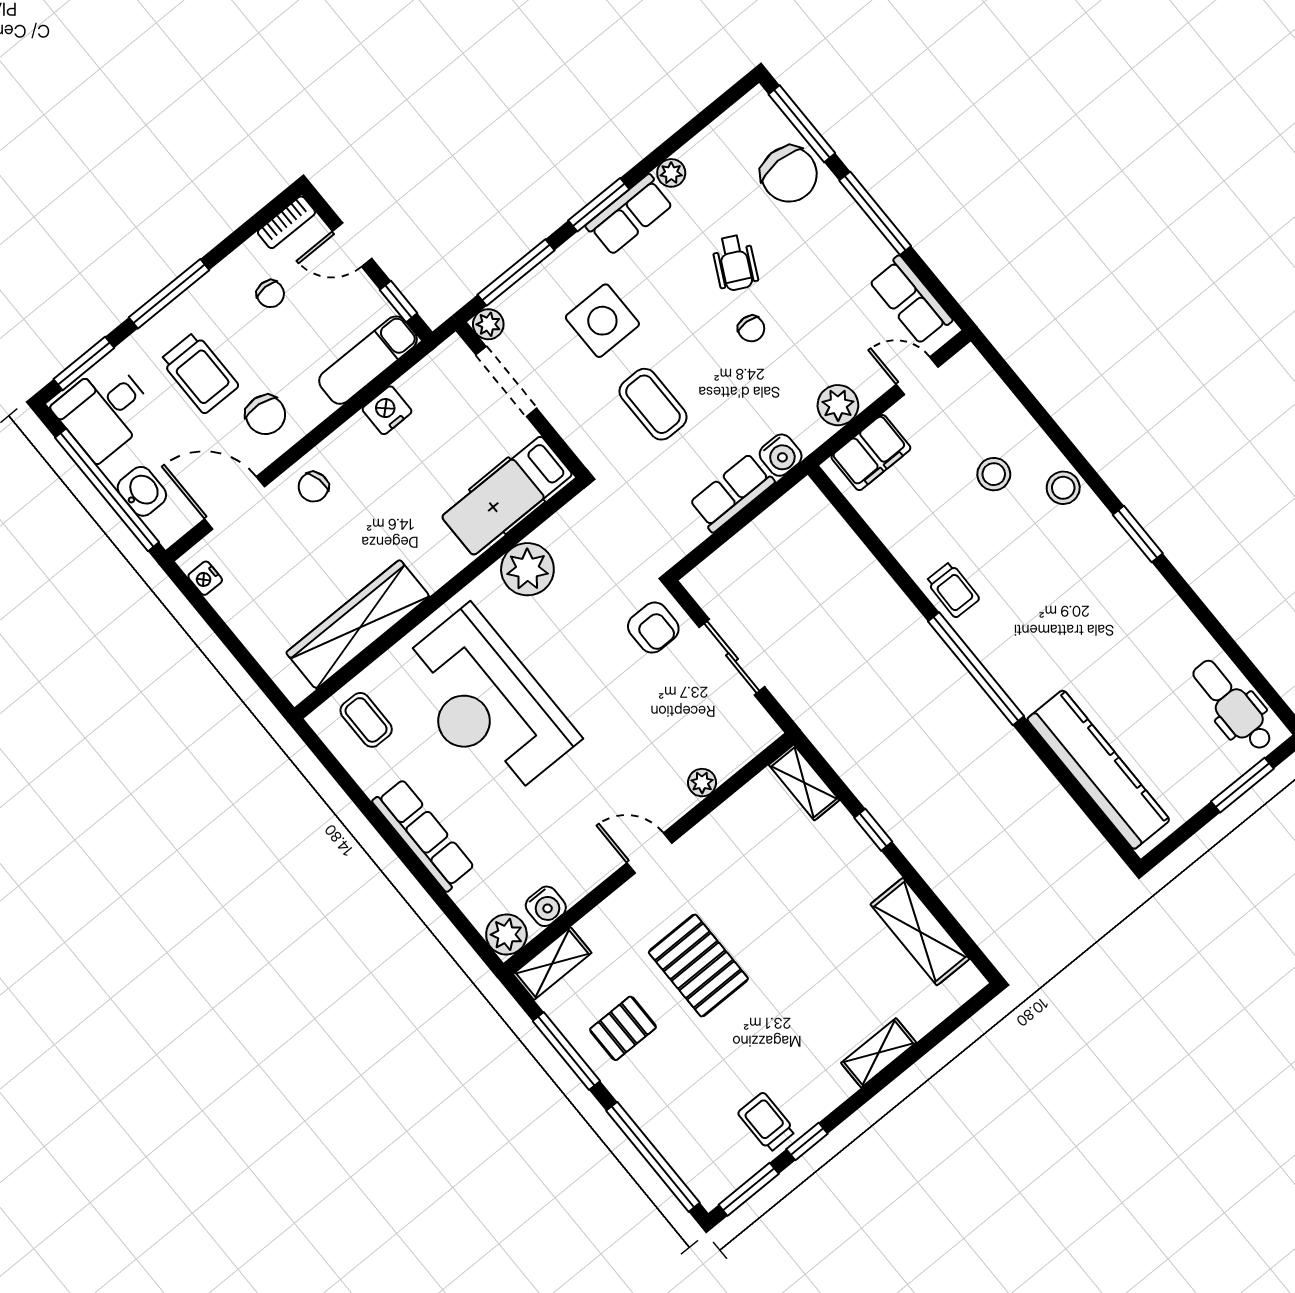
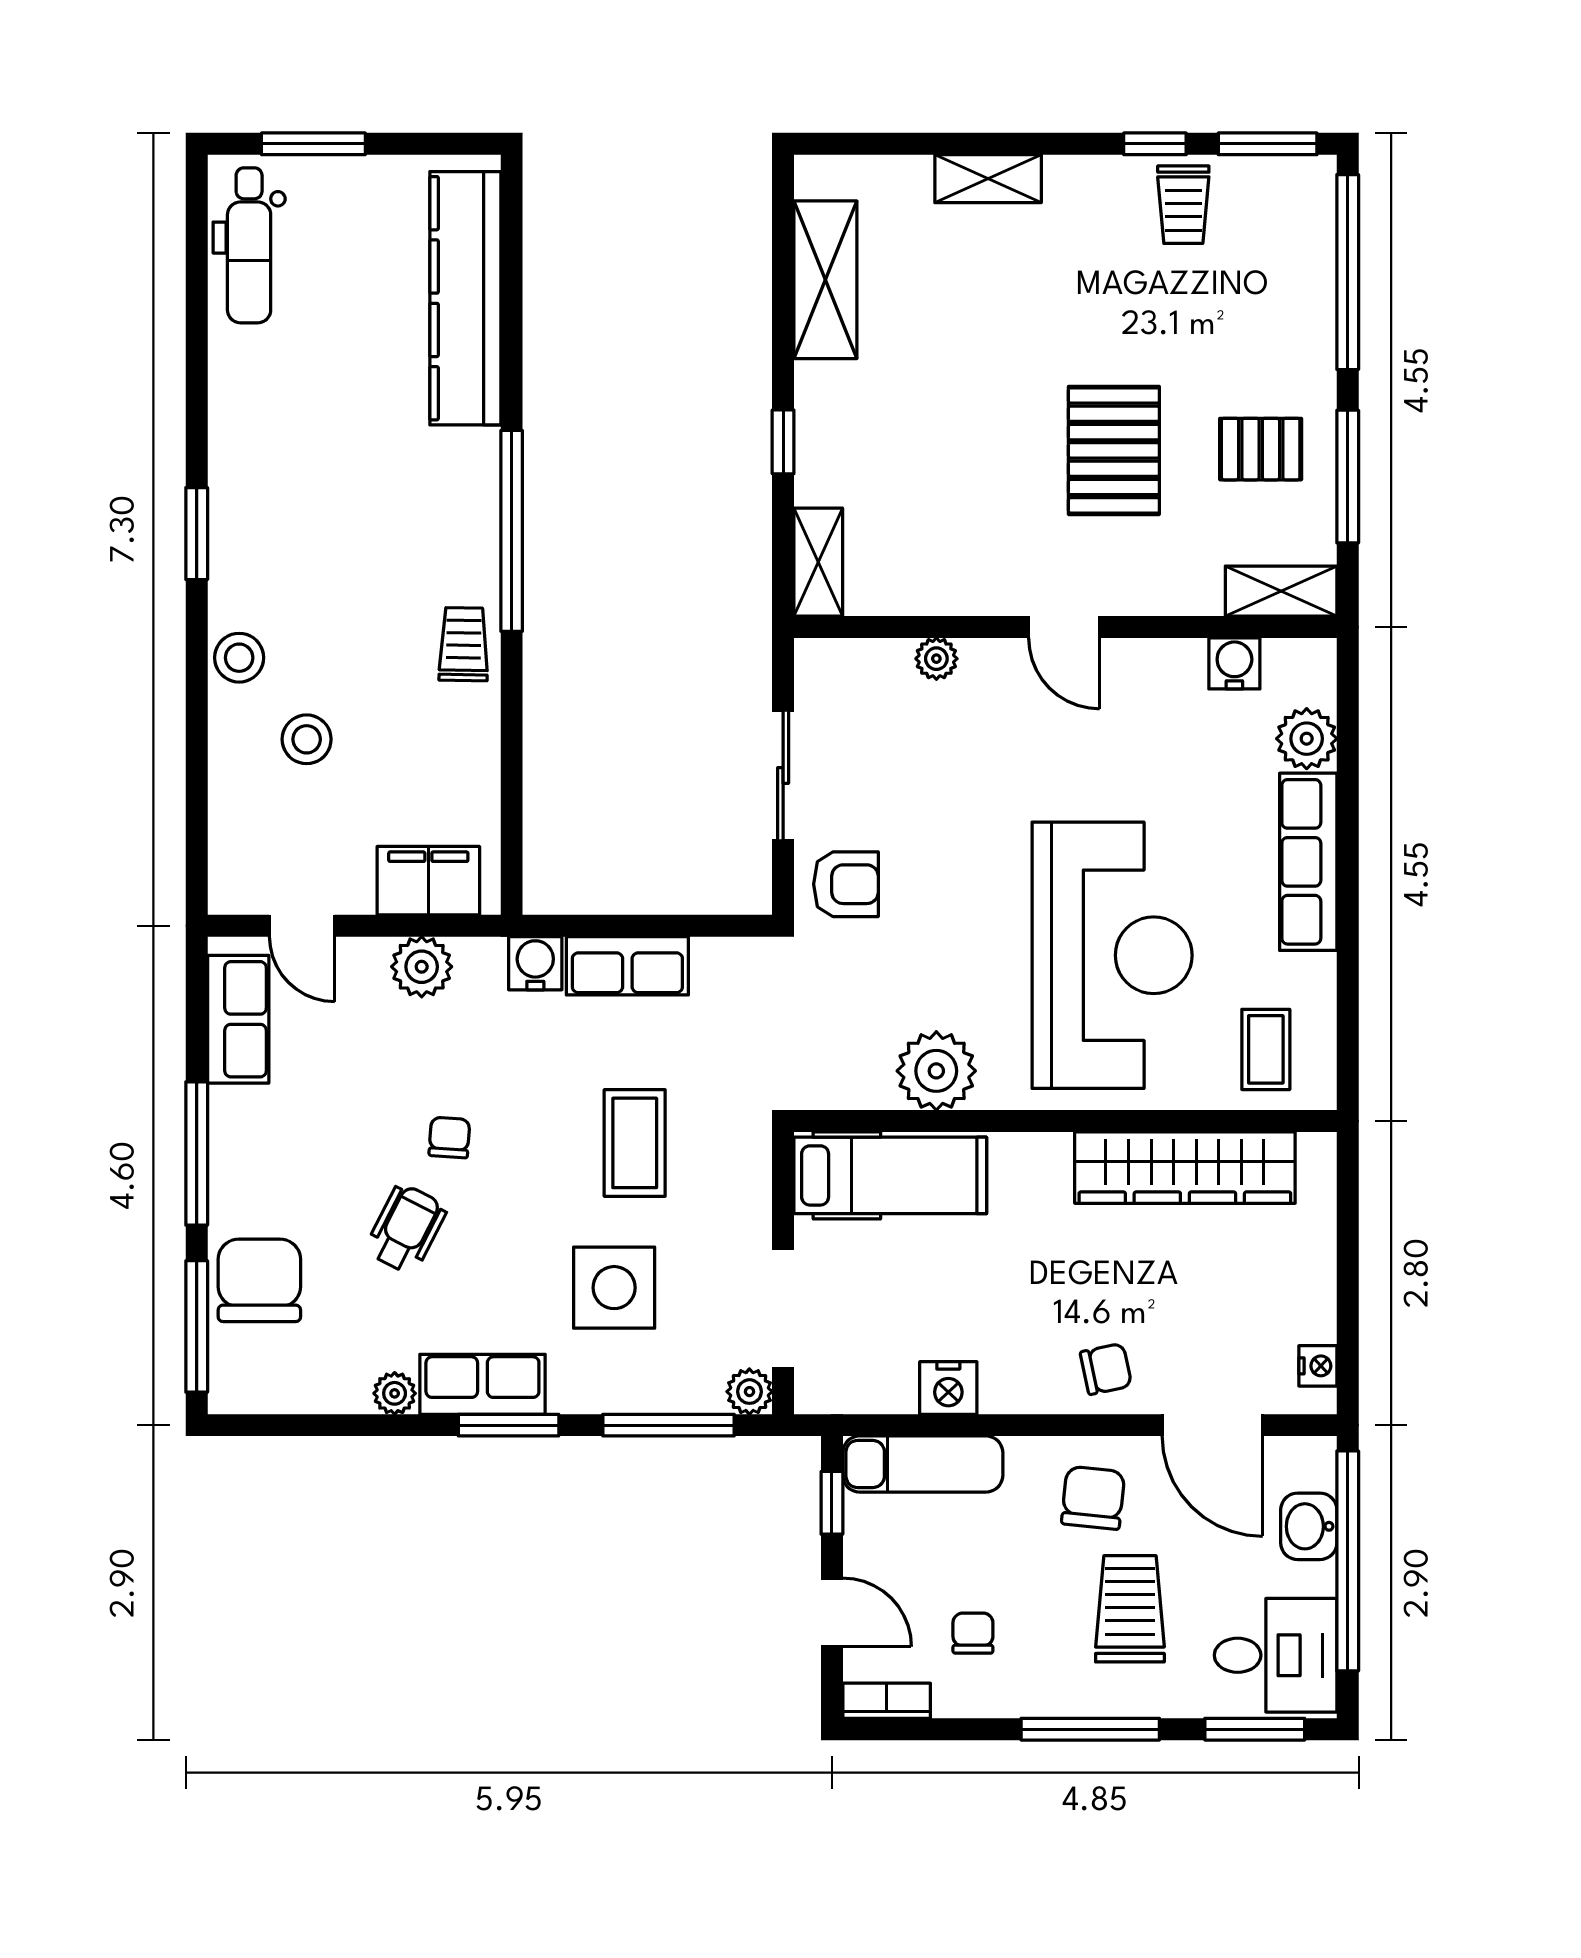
armchair: (653, 628) -> (846, 884), turned 90
plant: (506, 934) -> (1307, 739), moved

